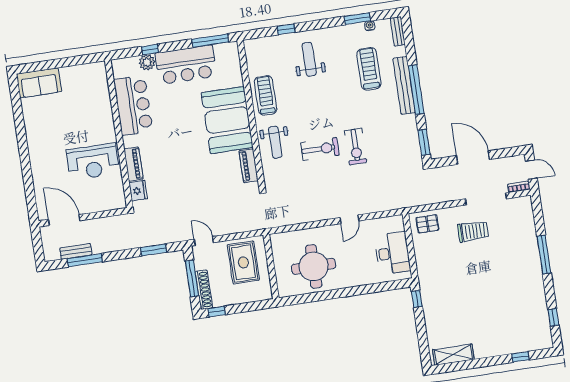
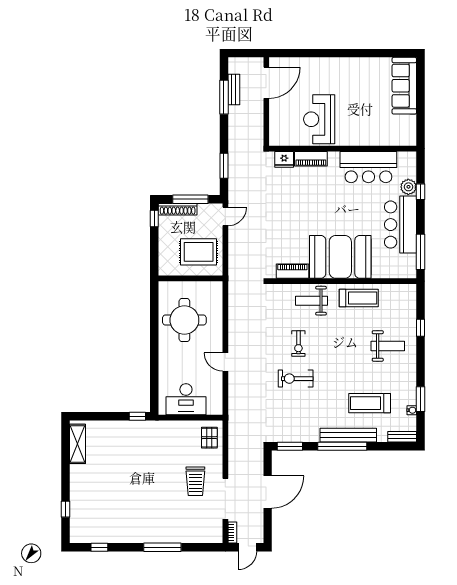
treadmill: (369, 69) -> (370, 403), turned 180
sofa: (39, 83) -> (404, 86), width x1.36
exercise bike: (320, 149) -> (298, 343), width x0.73, depth x0.72

